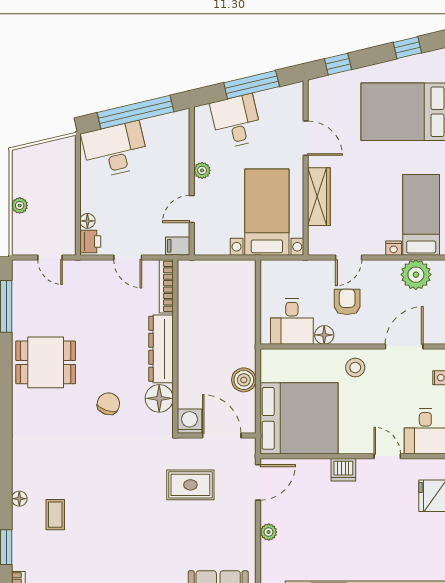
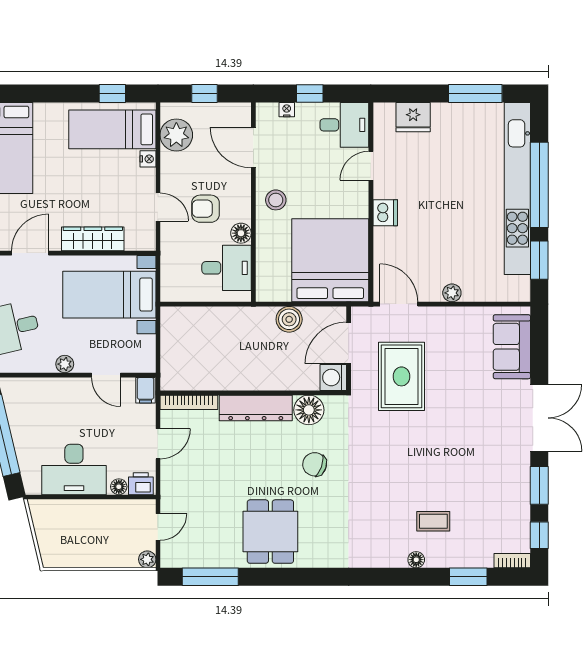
desk: (115, 150) -> (74, 469), moved, turned -77
plant: (20, 205) -> (147, 559), moved
rug: (190, 485) -> (401, 376), width x1.36, depth x1.43

